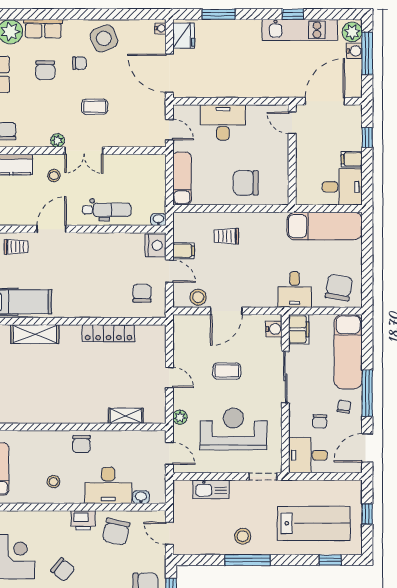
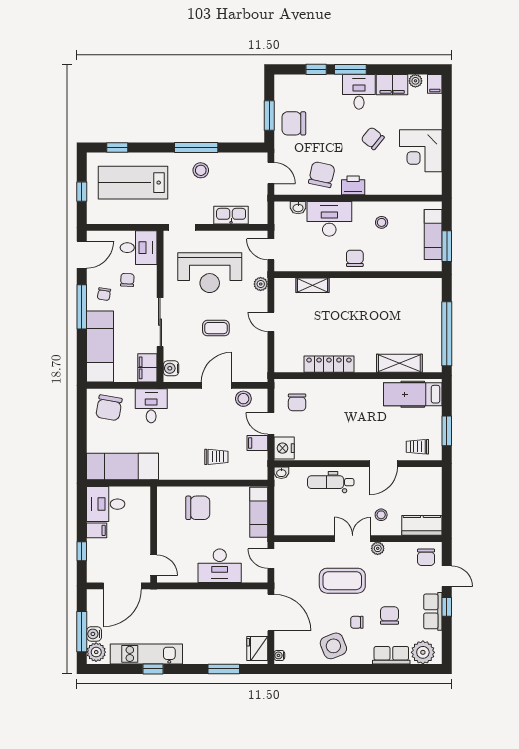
coffee table: (95, 107) -> (342, 581), width x1.86, depth x1.72

